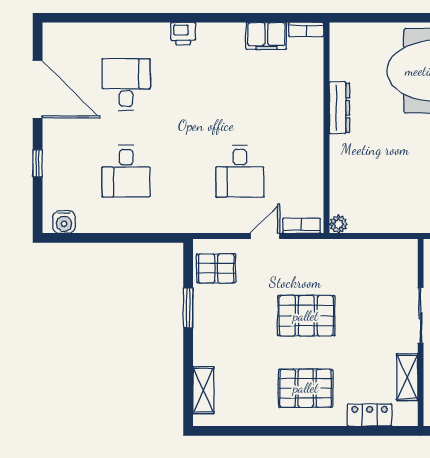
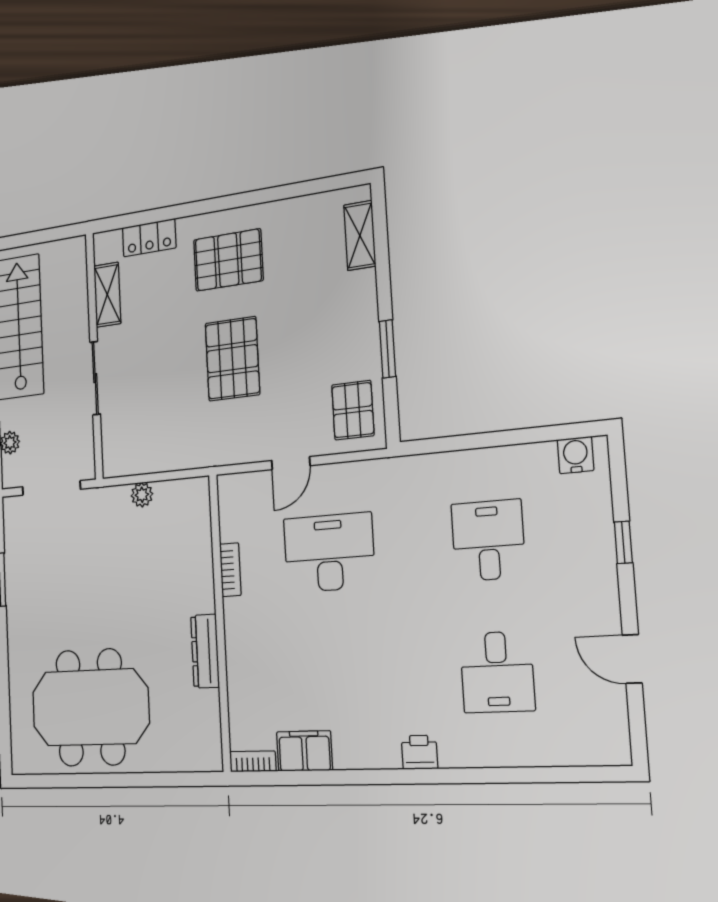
door: (38, 89) -> (632, 659), width x0.53
desk: (240, 171) -> (329, 553), width x1.37
plant: (338, 224) -> (142, 495), moved
bookcase: (301, 226) -> (230, 570), moved, turned -90
pallet: (216, 268) -> (353, 410), turned 90
pallet: (306, 316) -> (232, 359), turned 90

